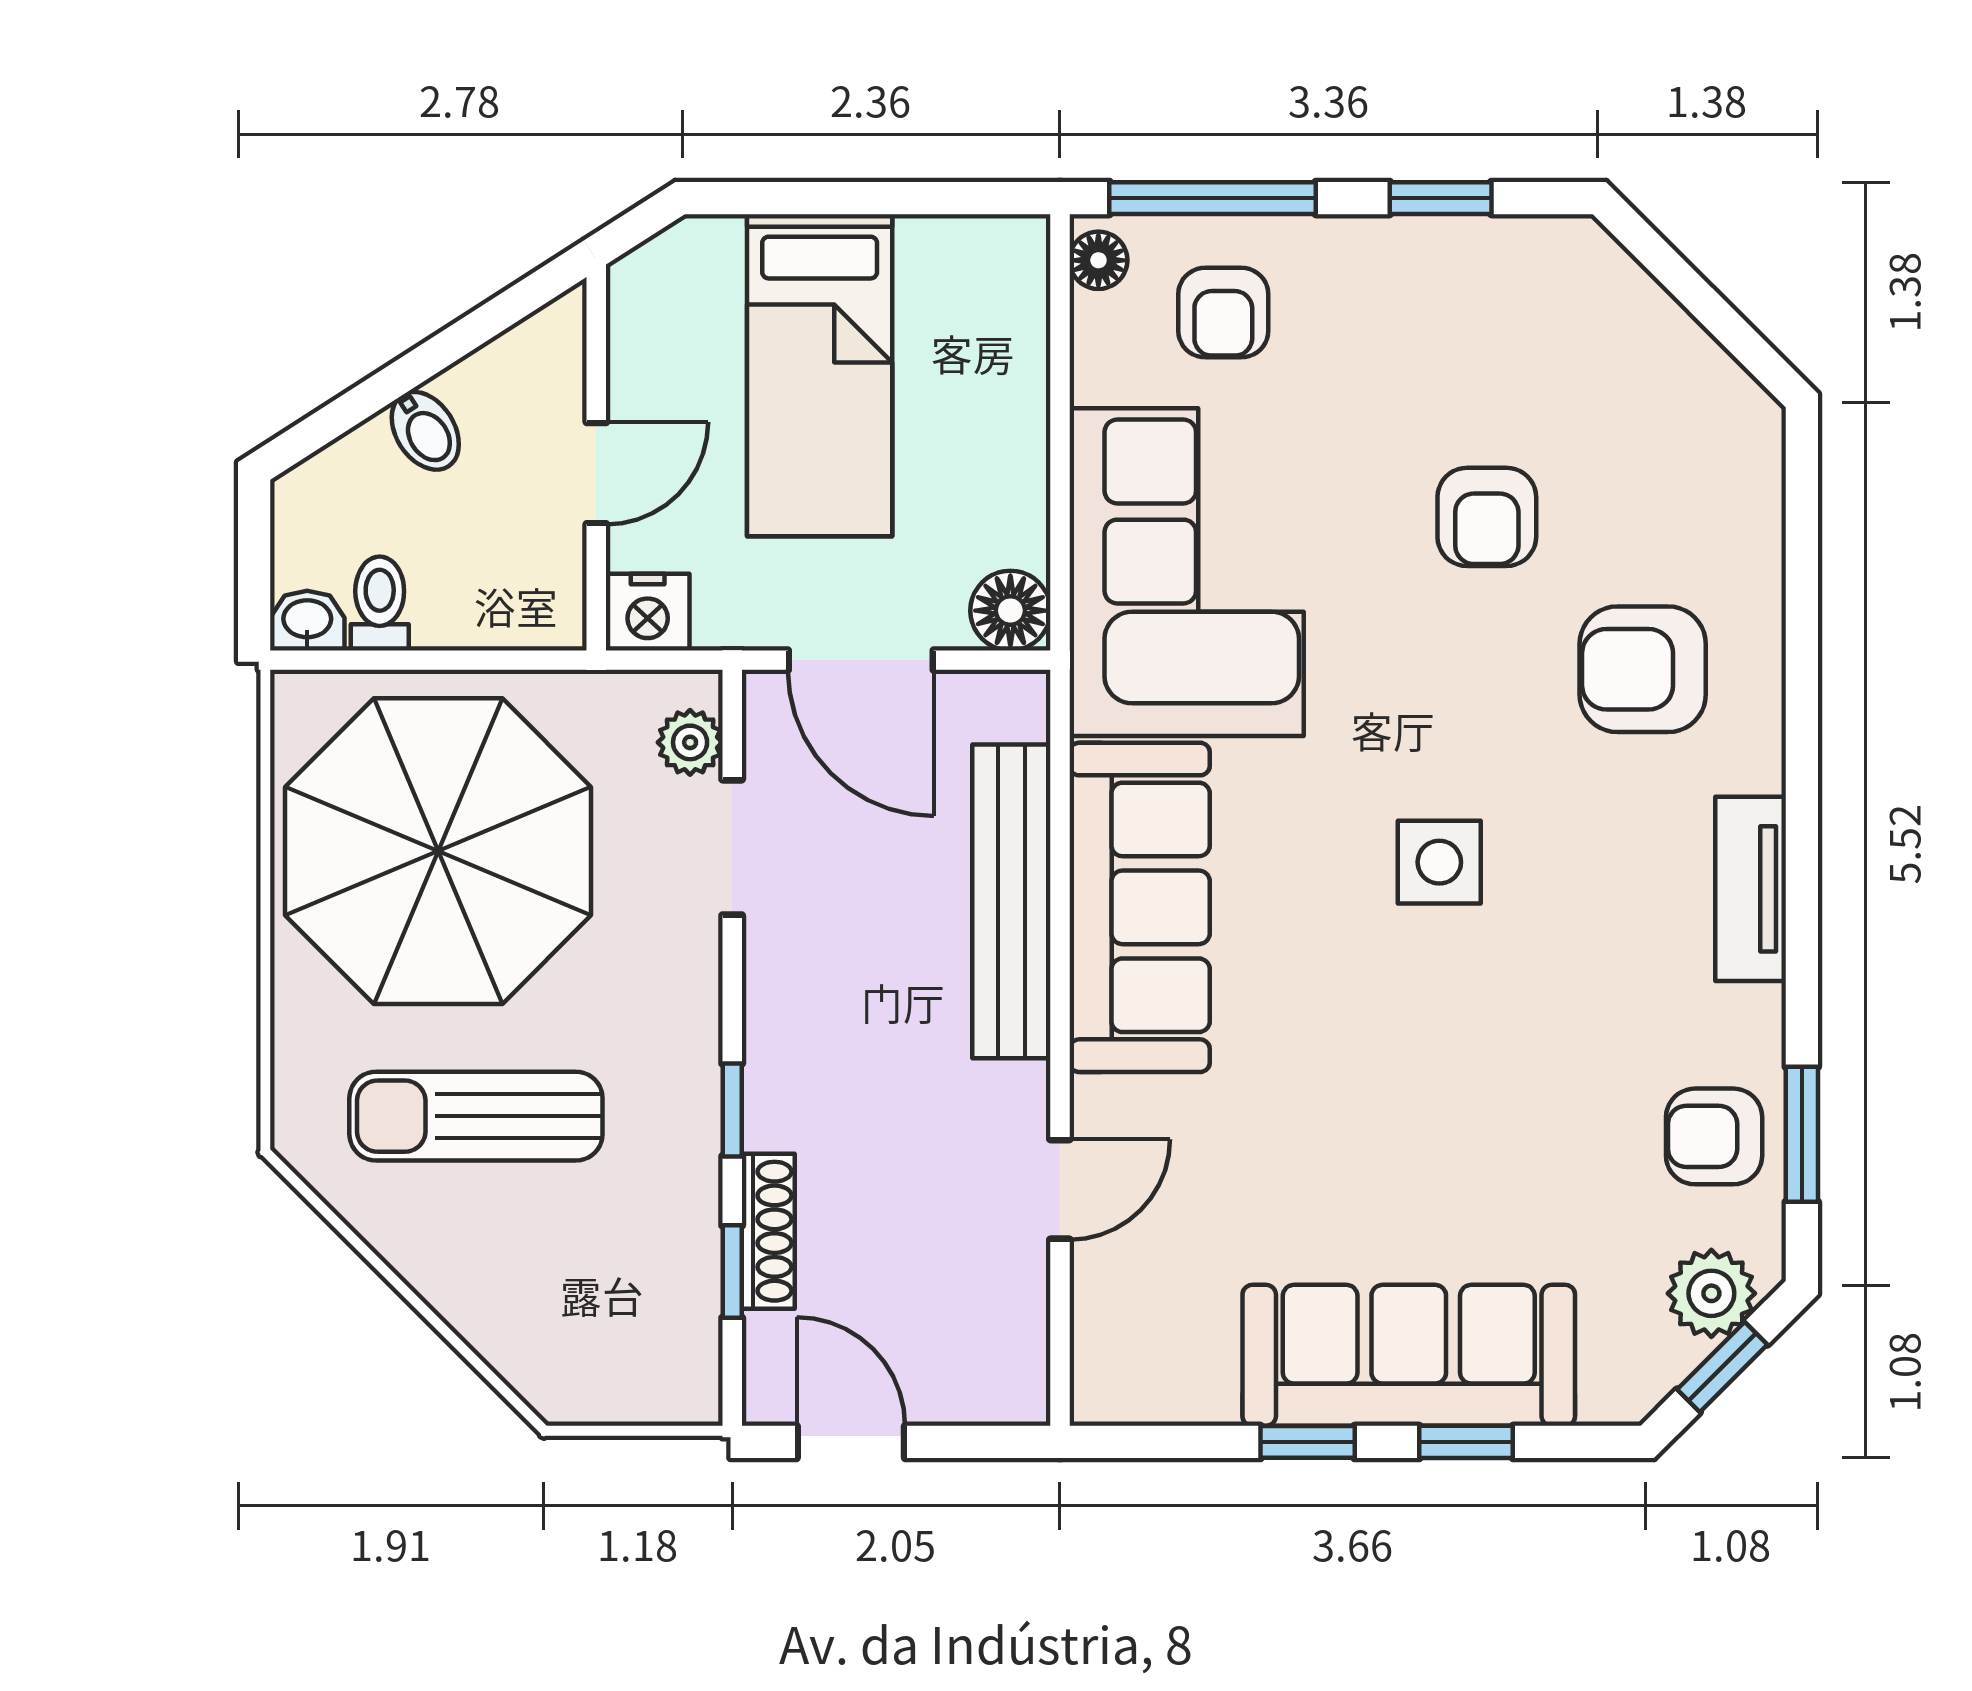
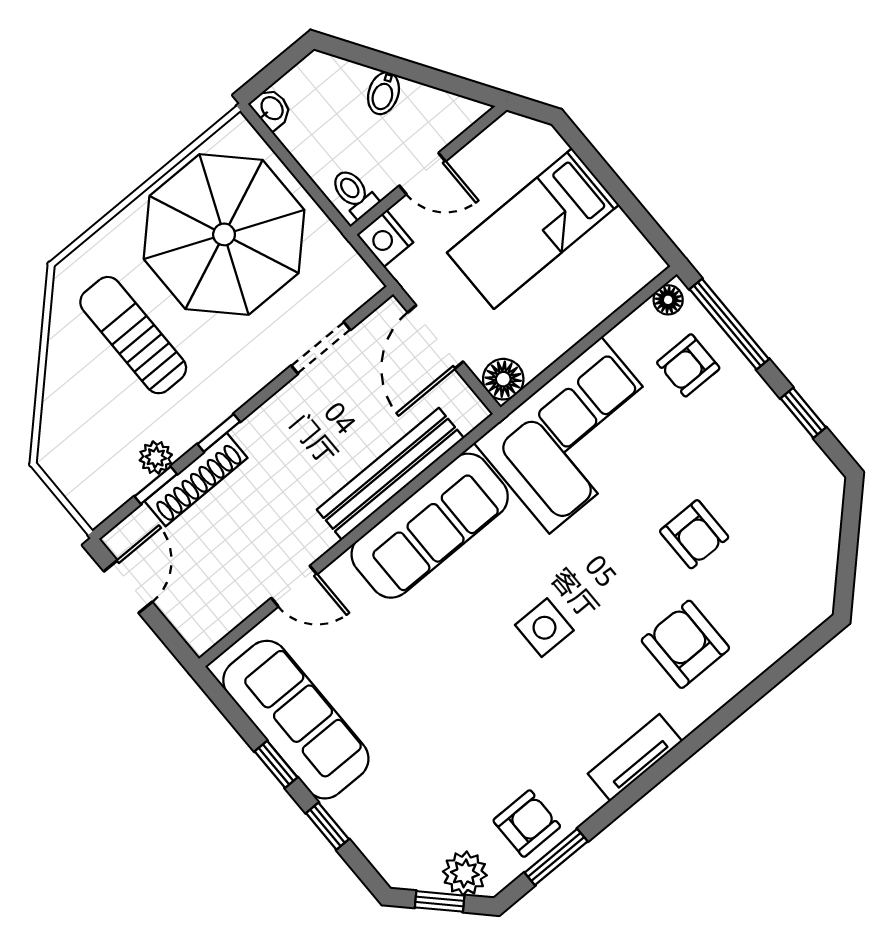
armchair: (1487, 517) -> (694, 534), turned -90
toilet: (380, 603) -> (354, 193), moved, turned -90
plant: (690, 742) -> (156, 457), moved
armchair: (1714, 1136) -> (527, 824), turned 90
shoe rack: (768, 1231) -> (196, 479), width x1.36, depth x1.24
sofa: (1409, 1355) -> (296, 720), moved

